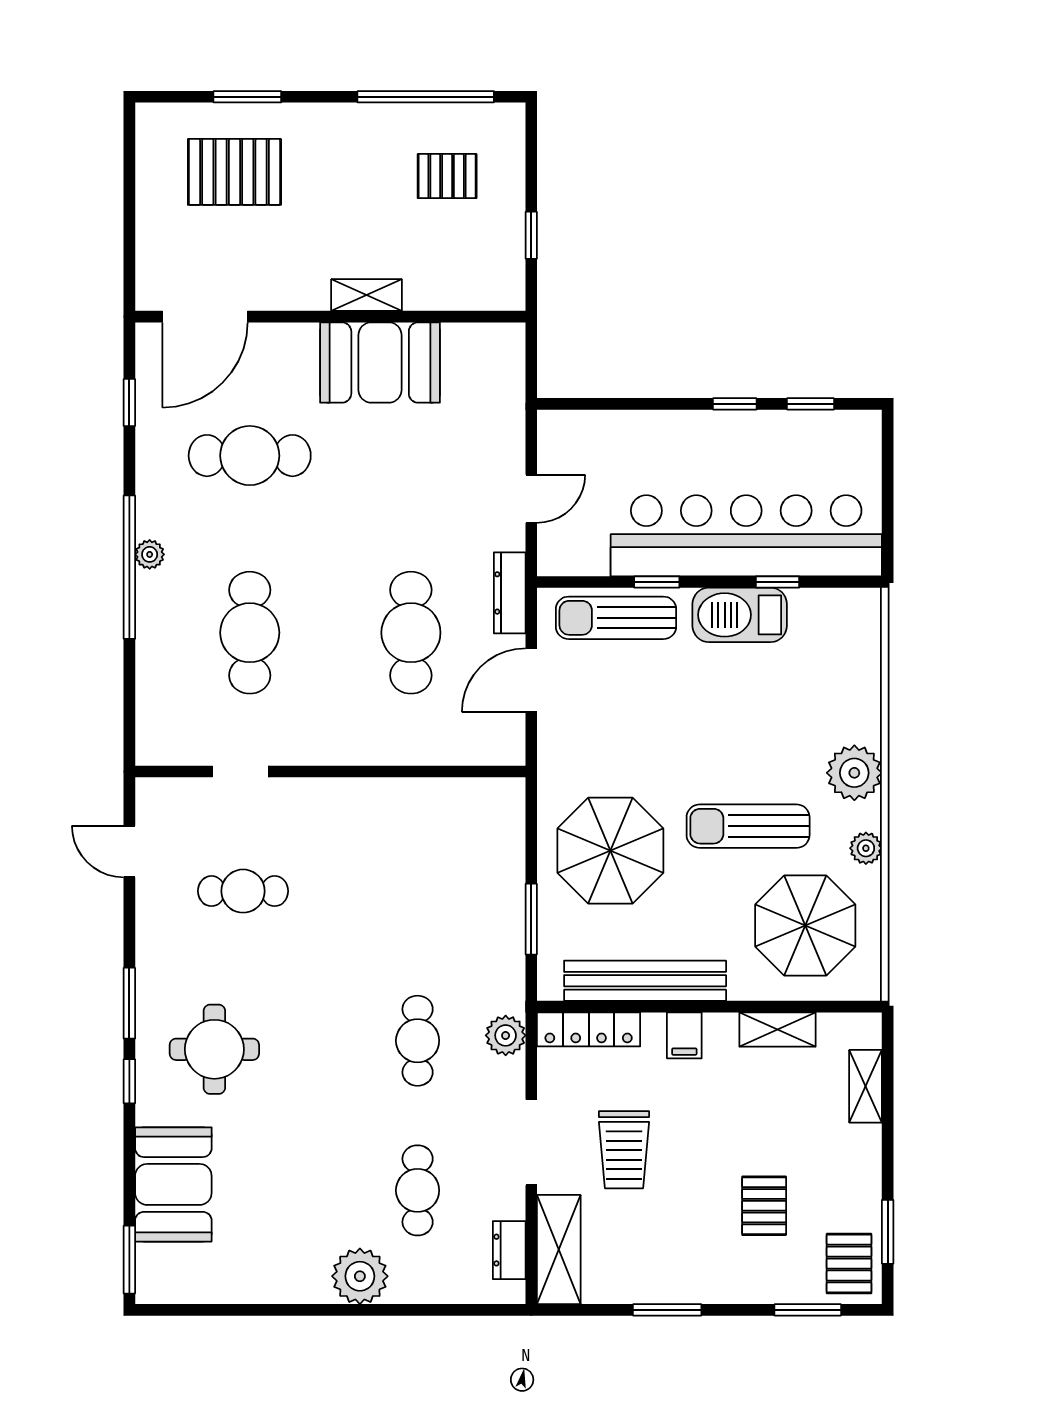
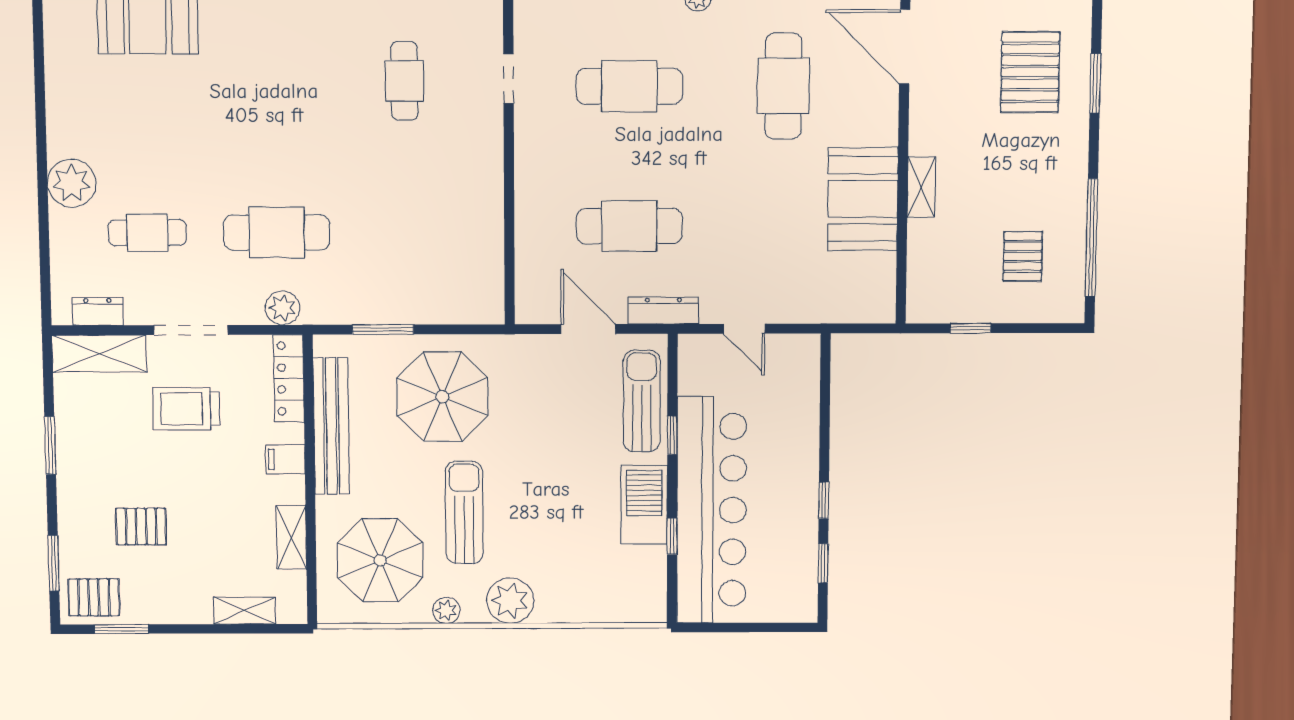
cafe table: (418, 1041) -> (277, 232), width x1.37, depth x1.35
round table: (214, 1049) -> (266, 56), removed

